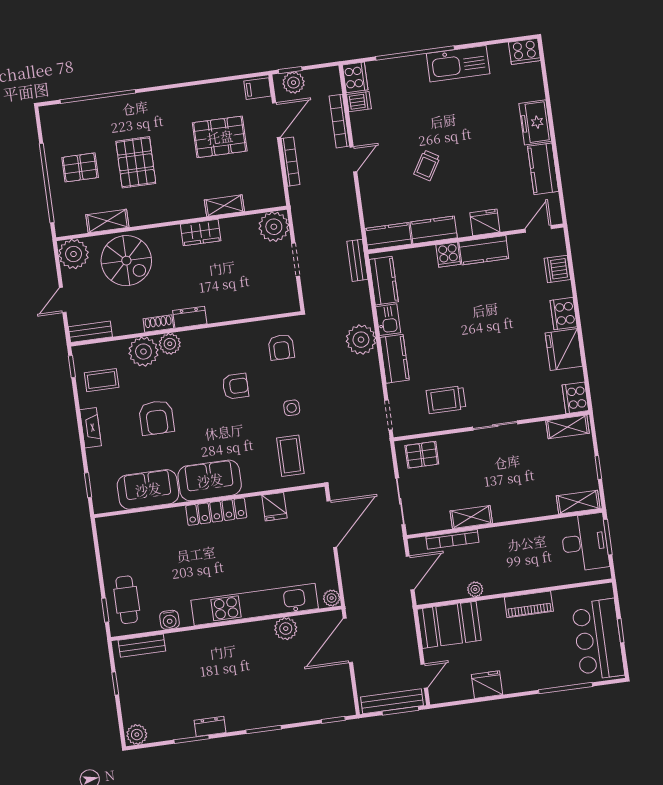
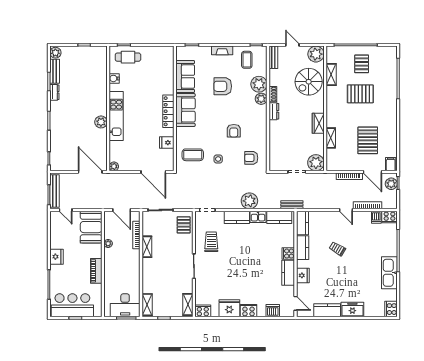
kitchen unit: (255, 604) -> (116, 116), width x0.73
plant: (286, 629) -> (101, 122), moved
bench: (142, 646) -> (55, 71), moved
fridge: (487, 685) -> (56, 257), moved

